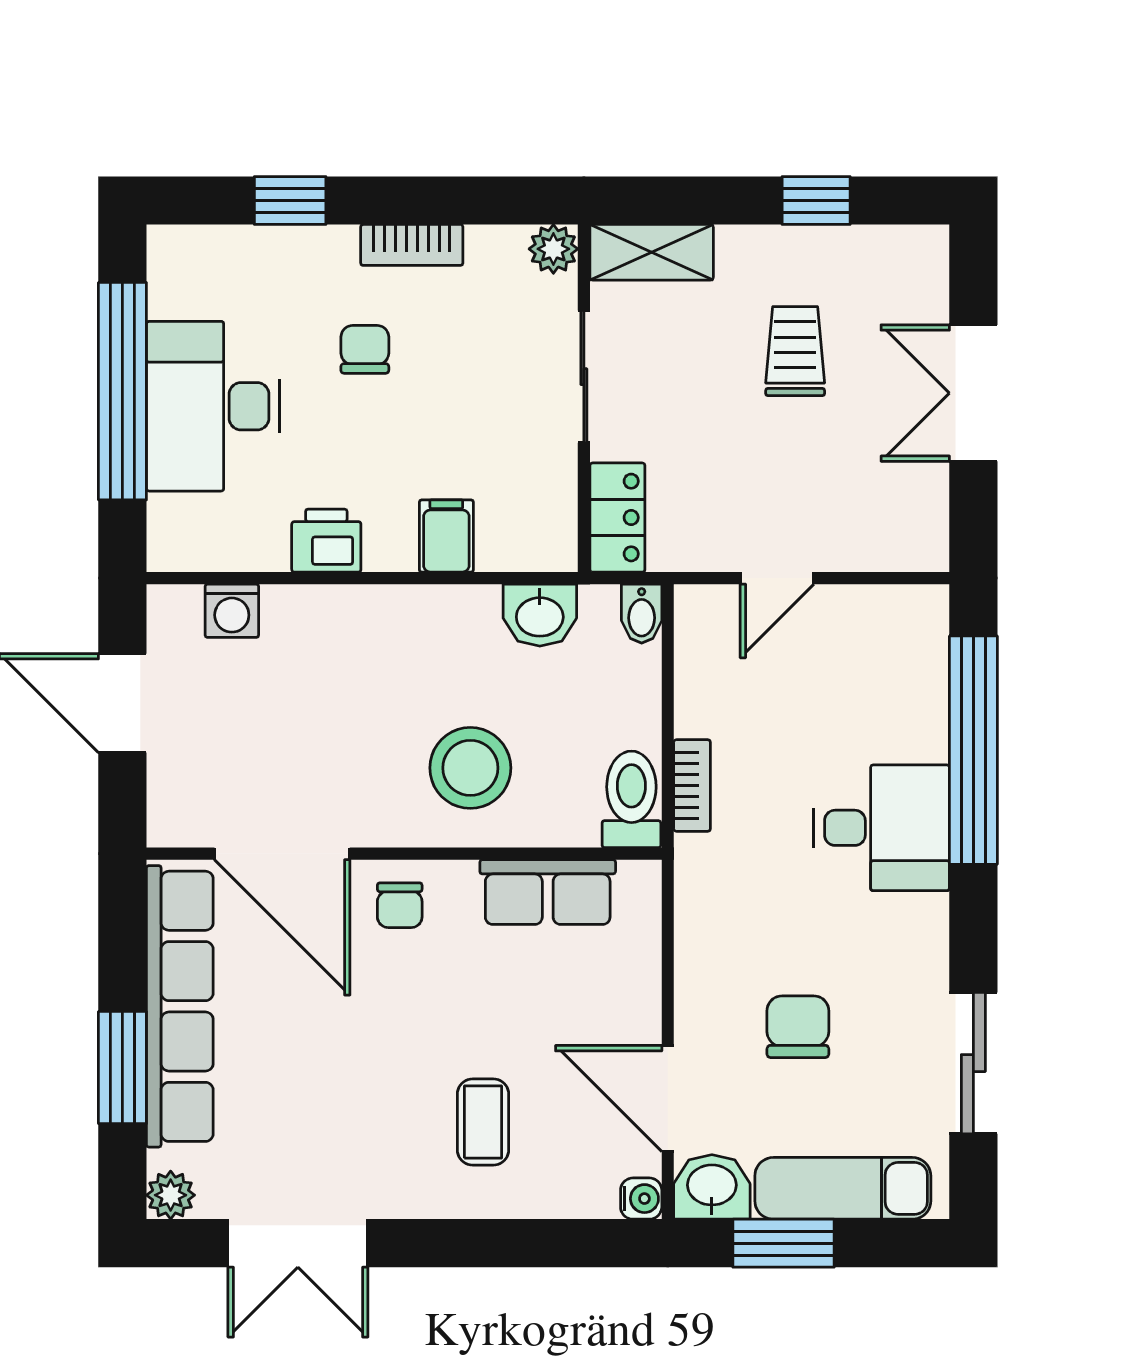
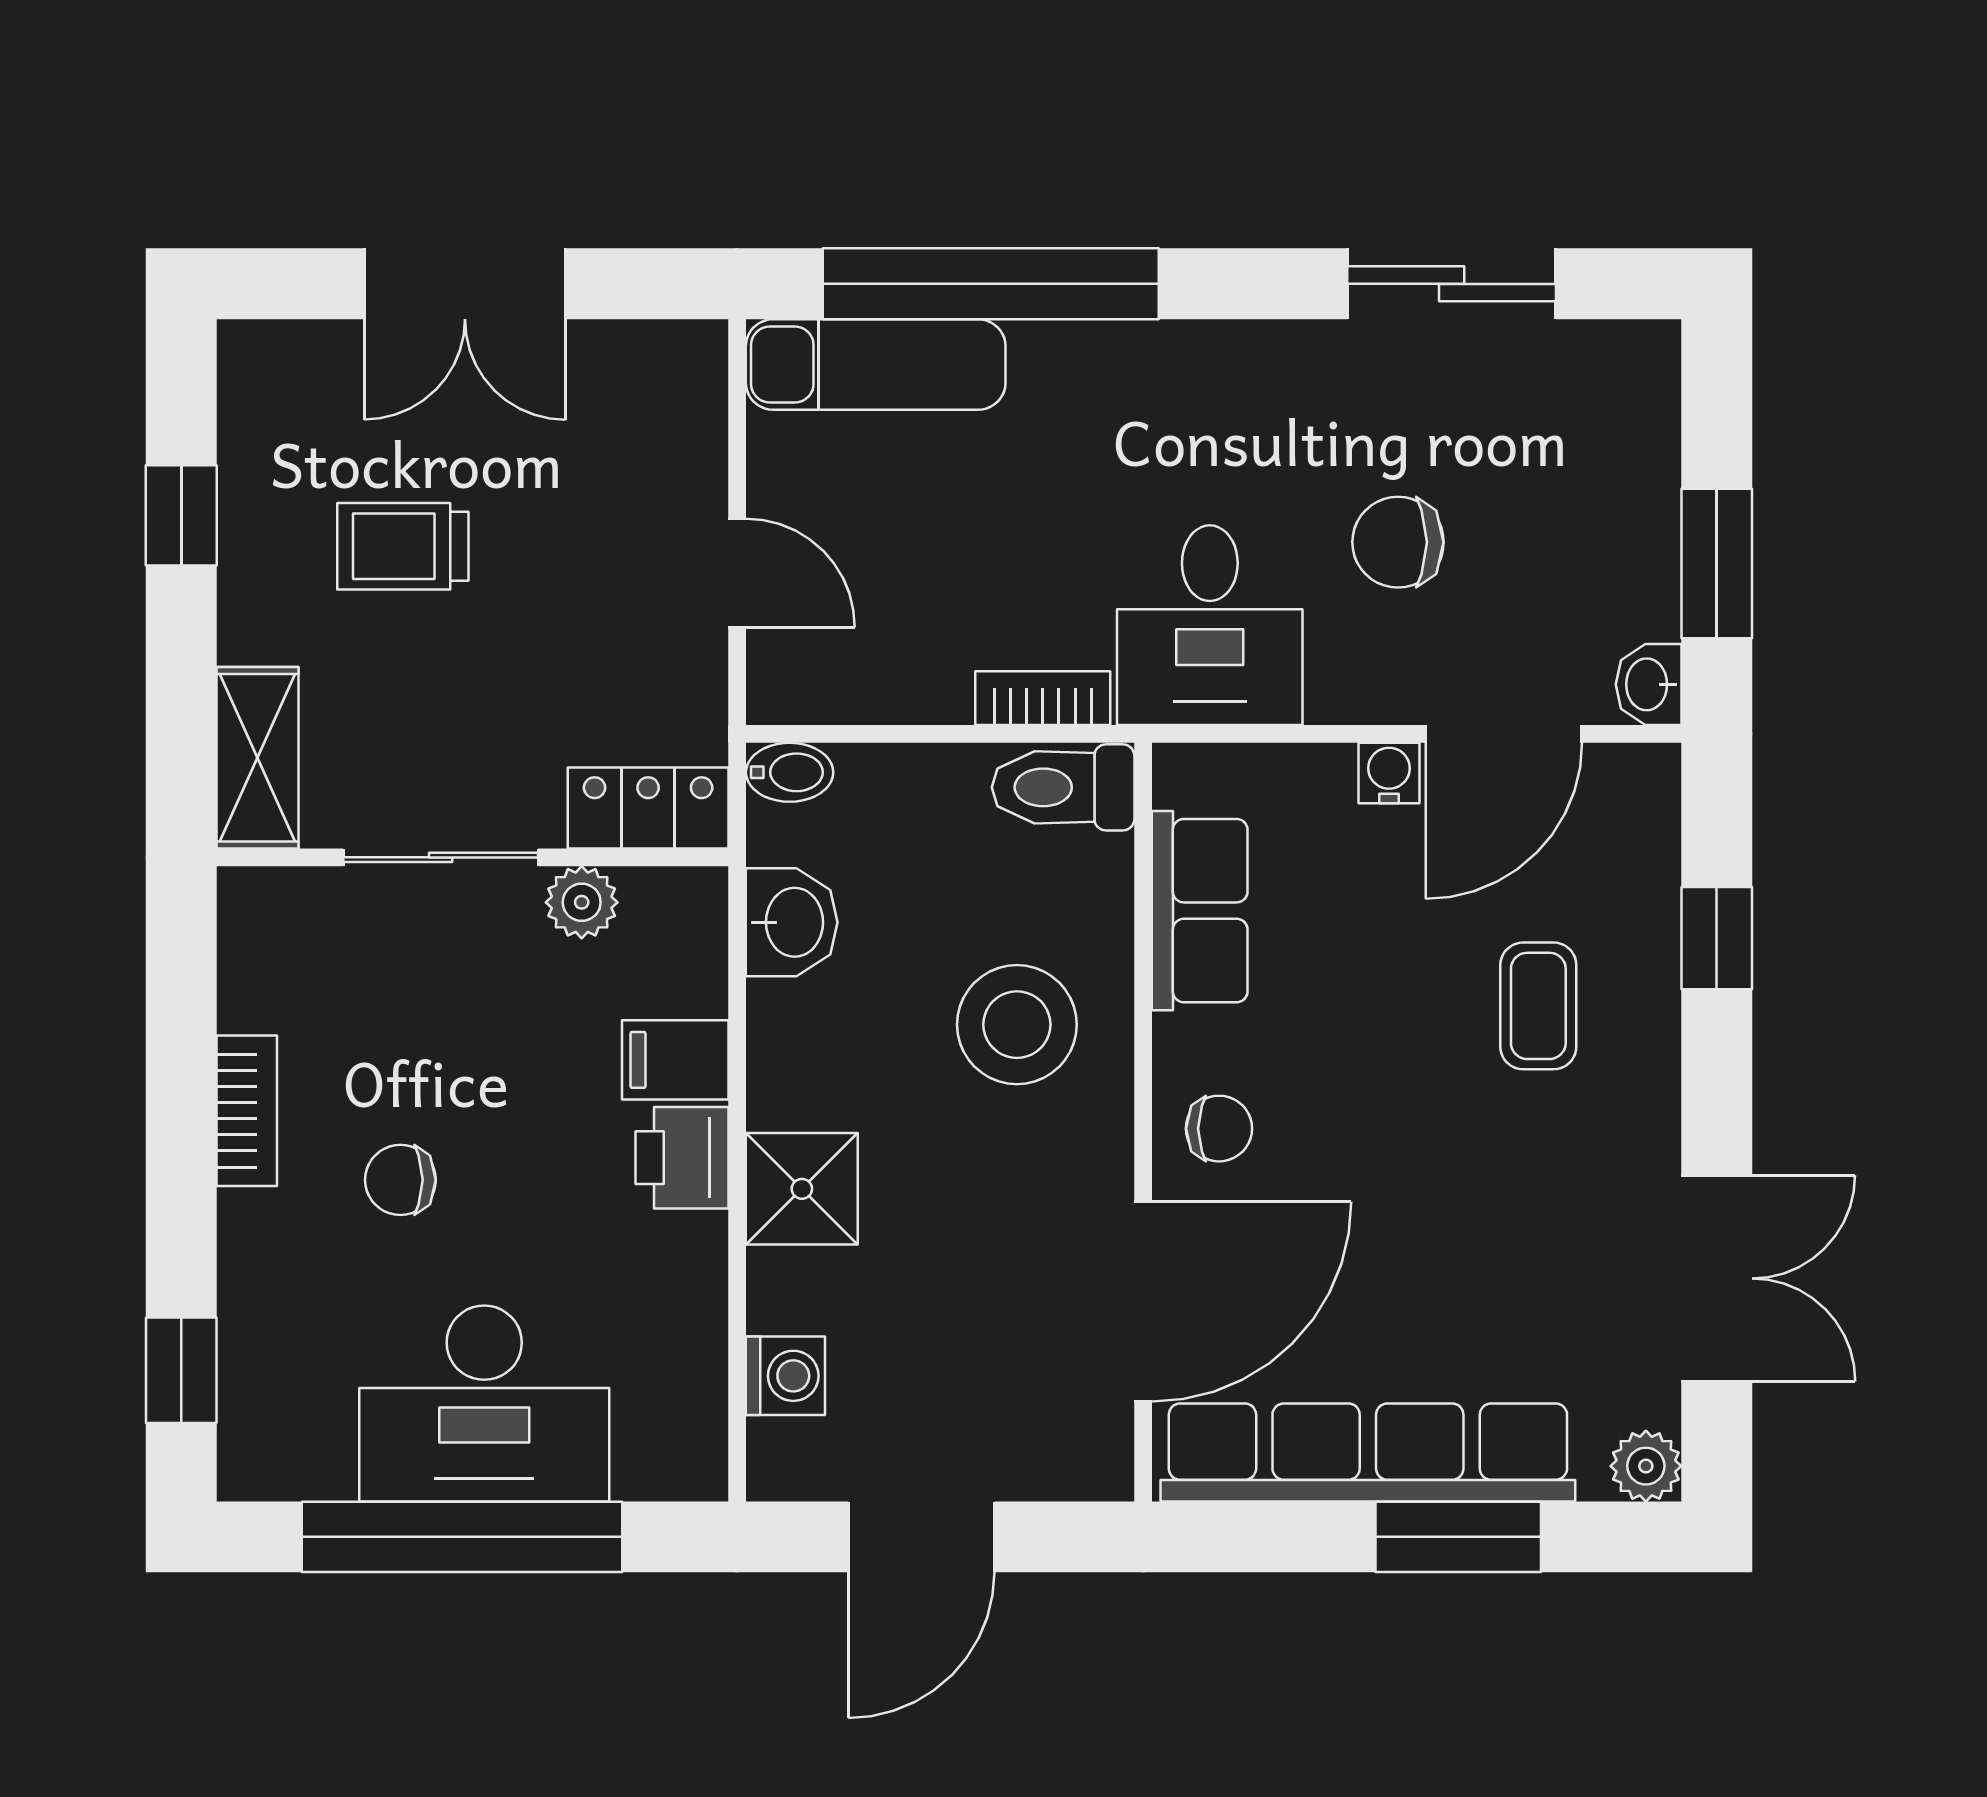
window: (290, 201) -> (181, 1370), moved
plant: (553, 249) -> (582, 902), moved
printer: (326, 541) -> (682, 1158), moved
shower: (359, 622) -> (802, 1189), added
desk: (882, 828) -> (1210, 625), moved, turned 180
coffee table: (483, 1122) -> (1538, 1006), turned 90
washbasin: (712, 1187) -> (1649, 684), width x0.72, depth x0.69
exam couch: (843, 1188) -> (876, 364), moved, turned -90
water cooler: (641, 1199) -> (1389, 773), moved
window: (529, 1243) -> (1717, 938), added

